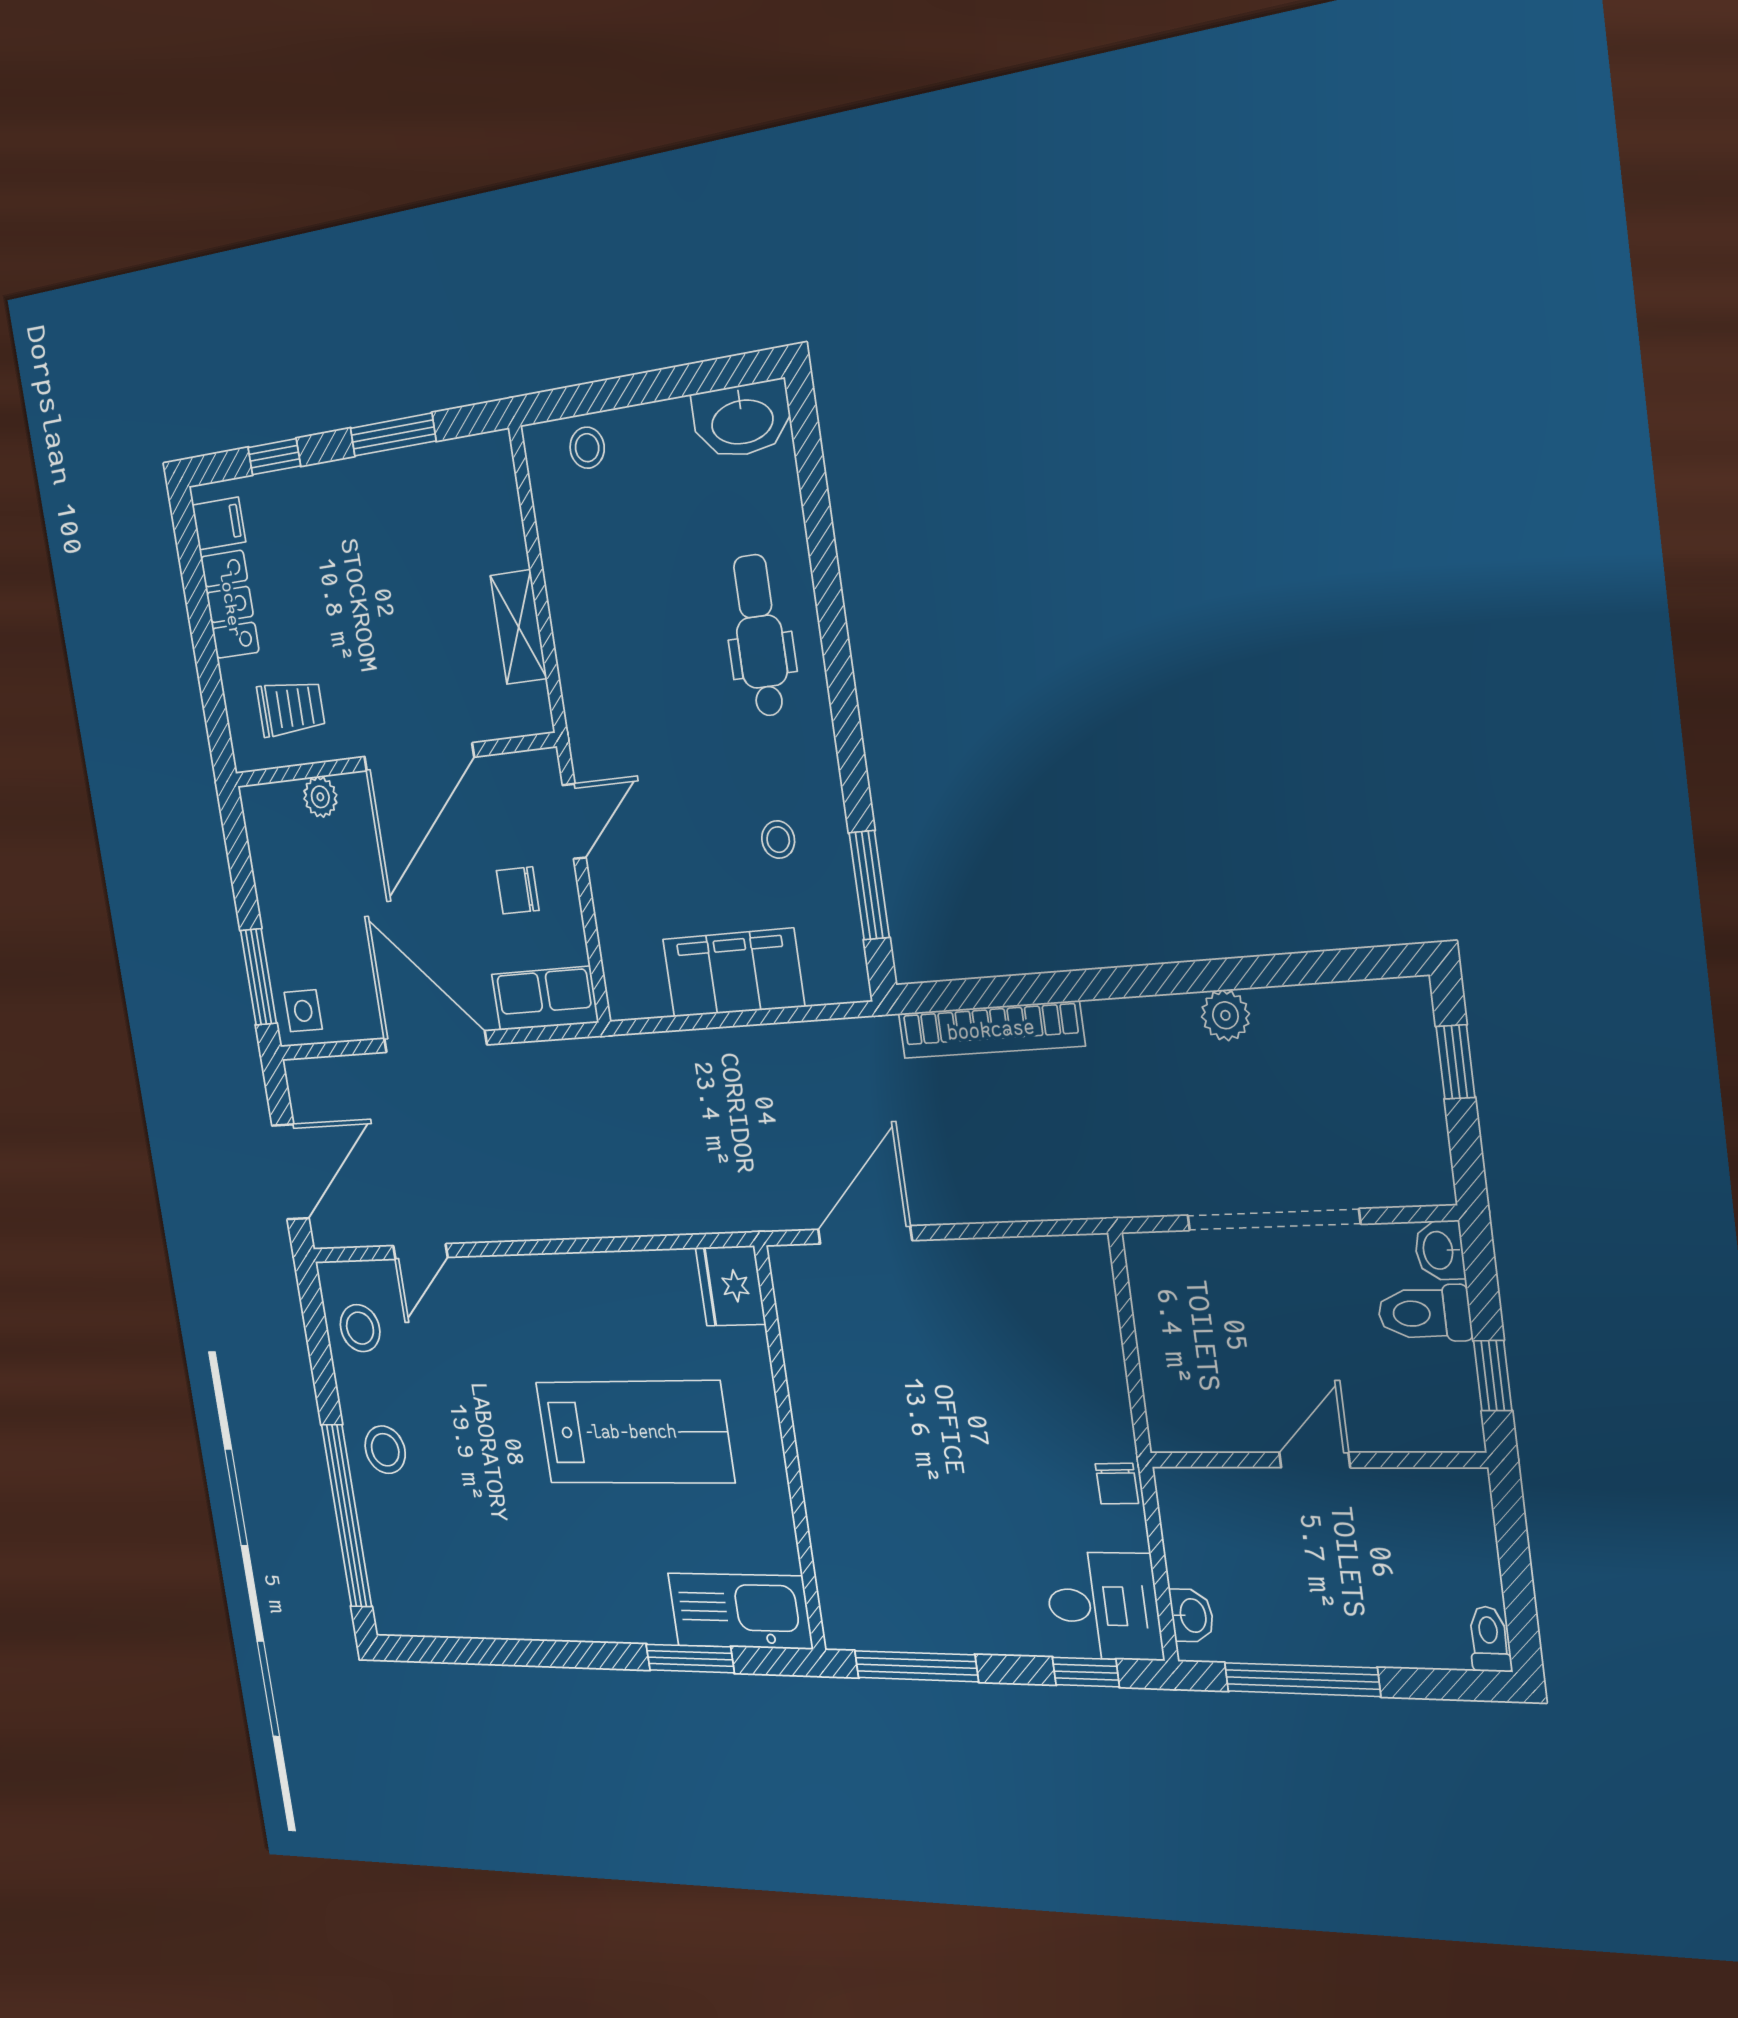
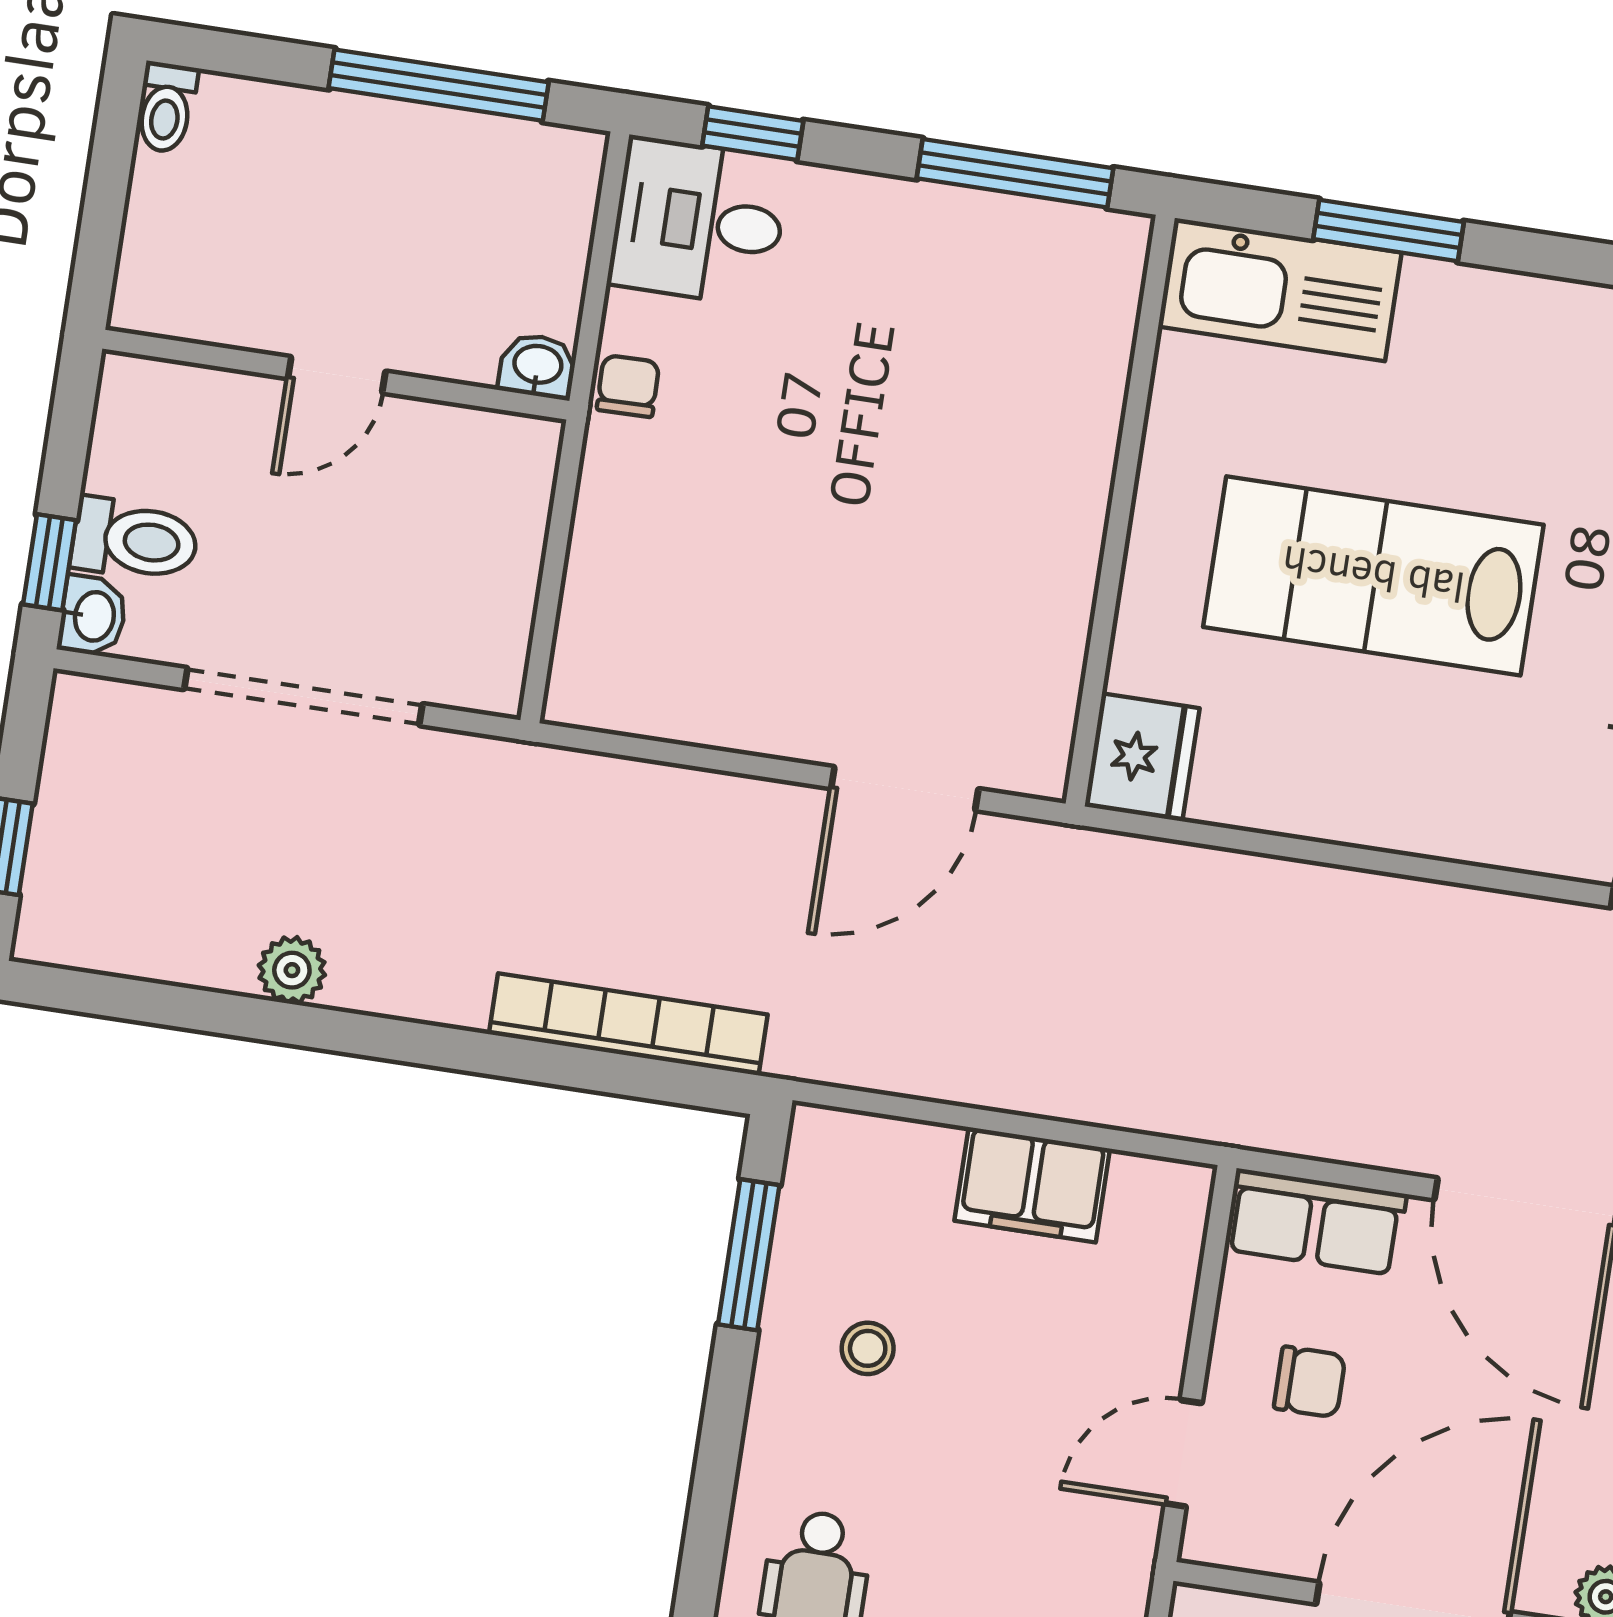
filing cabinet: (733, 973) -> (1032, 1185), width x0.67, depth x0.86
window: (1493, 1376) -> (50, 562), moved
washbasin: (1192, 1615) -> (538, 366), moved, turned 90

